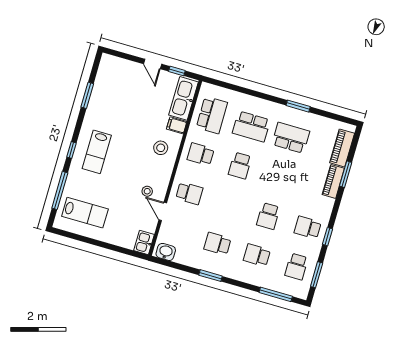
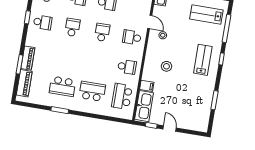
stool: (161, 148) -> (166, 66), moved
school desk: (240, 166) -> (102, 32), moved

